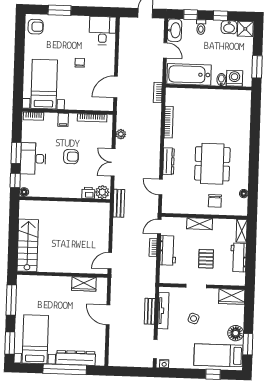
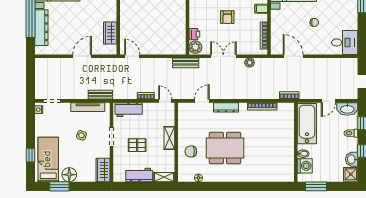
workbench: (168, 250) -> (129, 110), moved
bench: (150, 311) -> (100, 95), moved

